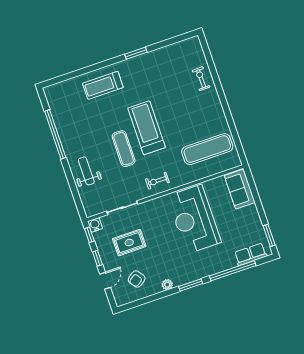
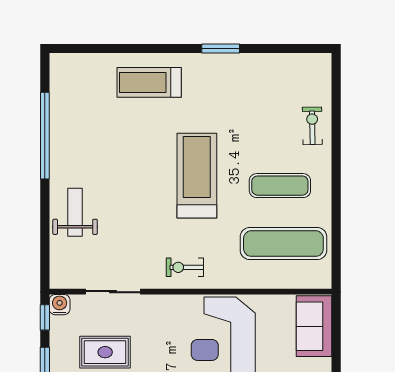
exercise mat: (124, 149) -> (280, 186), moved, turned 90

